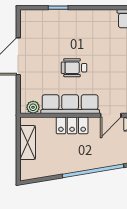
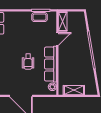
door: (111, 115) -> (57, 39), hinge flipped
locker: (72, 125) -> (63, 63), removed

